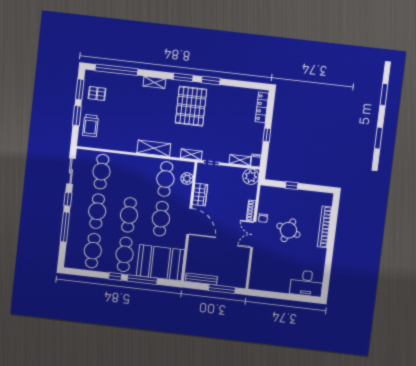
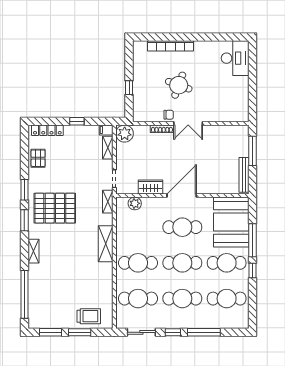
pallet: (97, 93) -> (38, 158), moved
cafe table: (165, 179) -> (138, 263), moved

